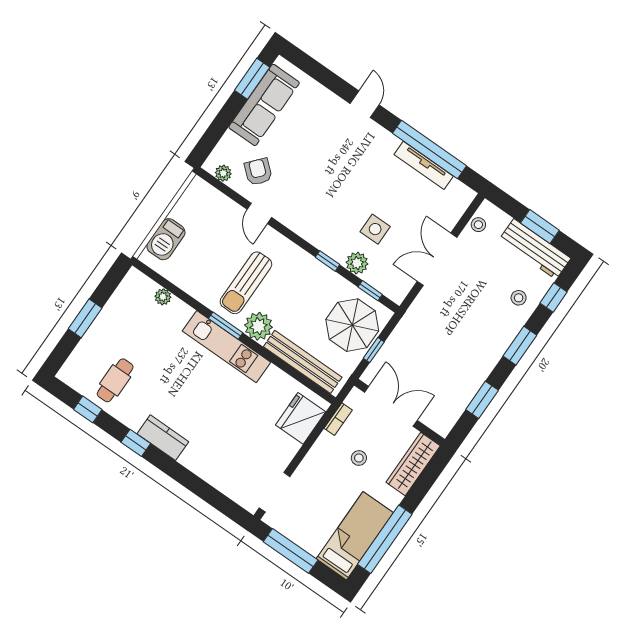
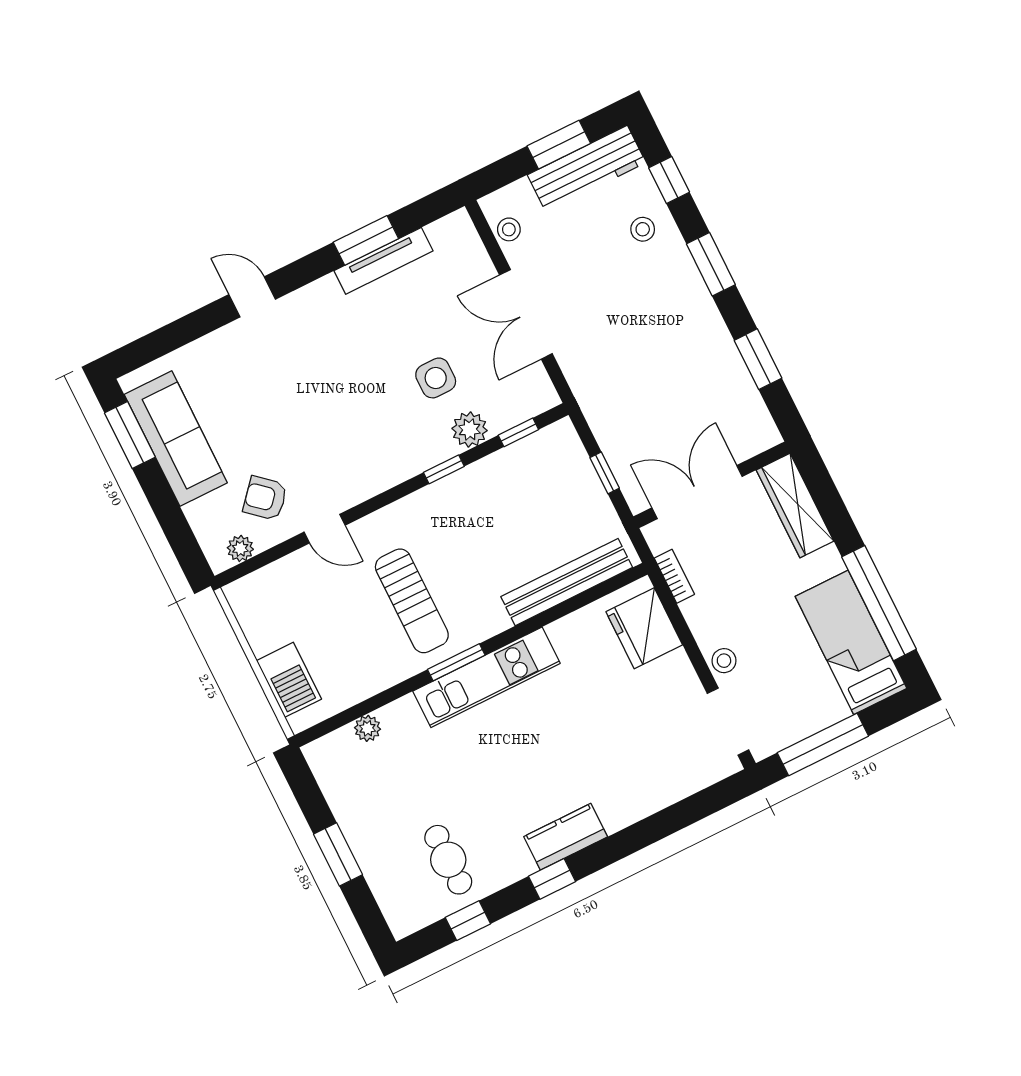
window: (430, 150) -> (366, 240), width x0.47
parasol: (352, 325) -> (553, 484), removed
plant: (258, 326) -> (482, 617), removed
stool: (359, 458) -> (724, 661), moved

